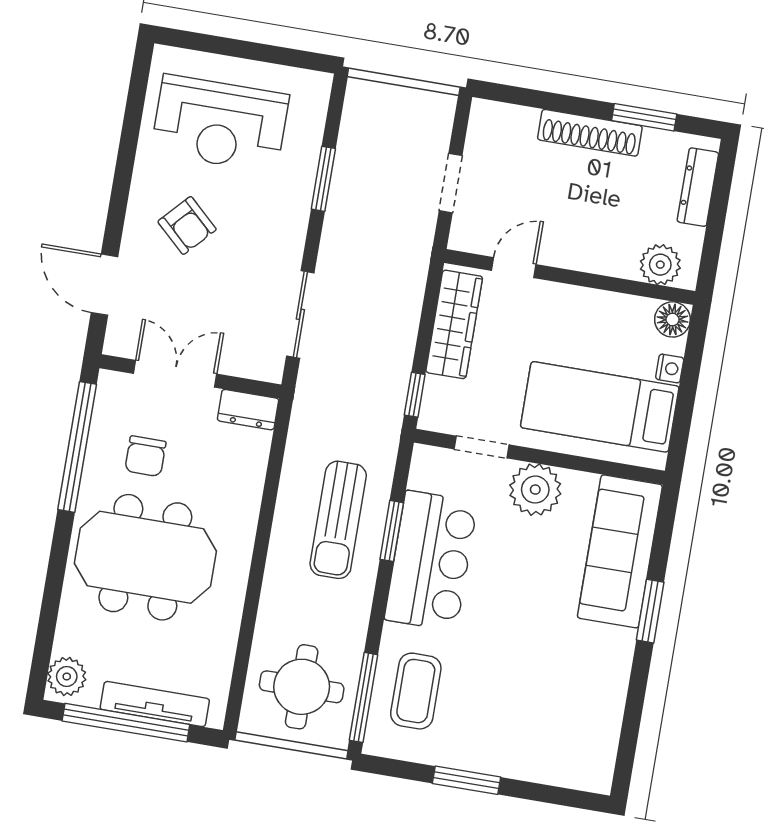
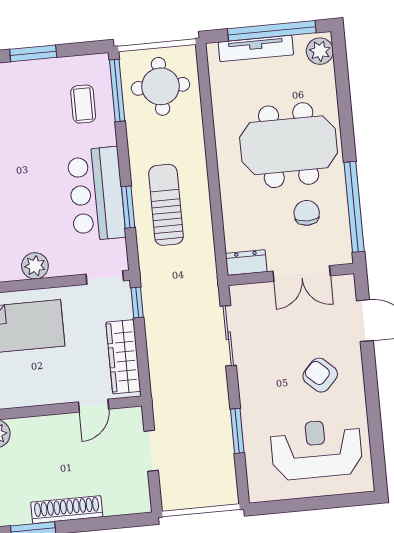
doorway: (482, 447) -> (105, 277), moved
plant: (535, 490) -> (35, 266), width x0.73, depth x0.73
coffee table: (416, 691) -> (83, 104), width x0.73, depth x0.77

